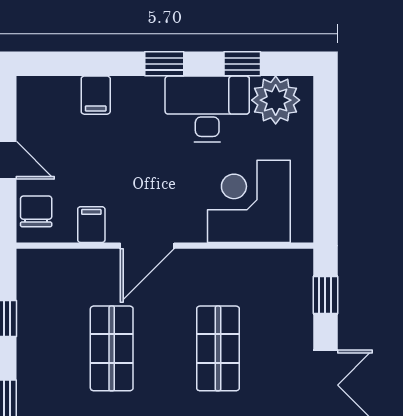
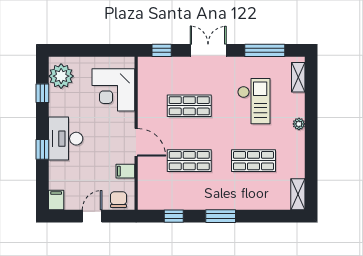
window: (164, 64) -> (42, 149), moved
filing cabinet: (96, 95) -> (56, 200), moved, turned -90
desk: (207, 109) -> (66, 139), moved
chair: (36, 211) -> (119, 200), turned 90

